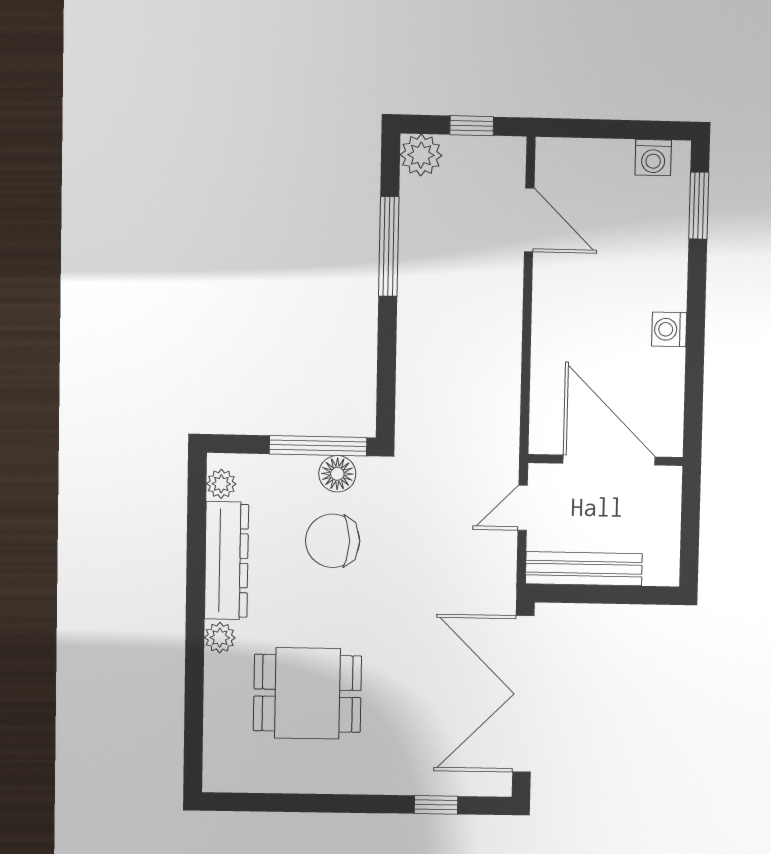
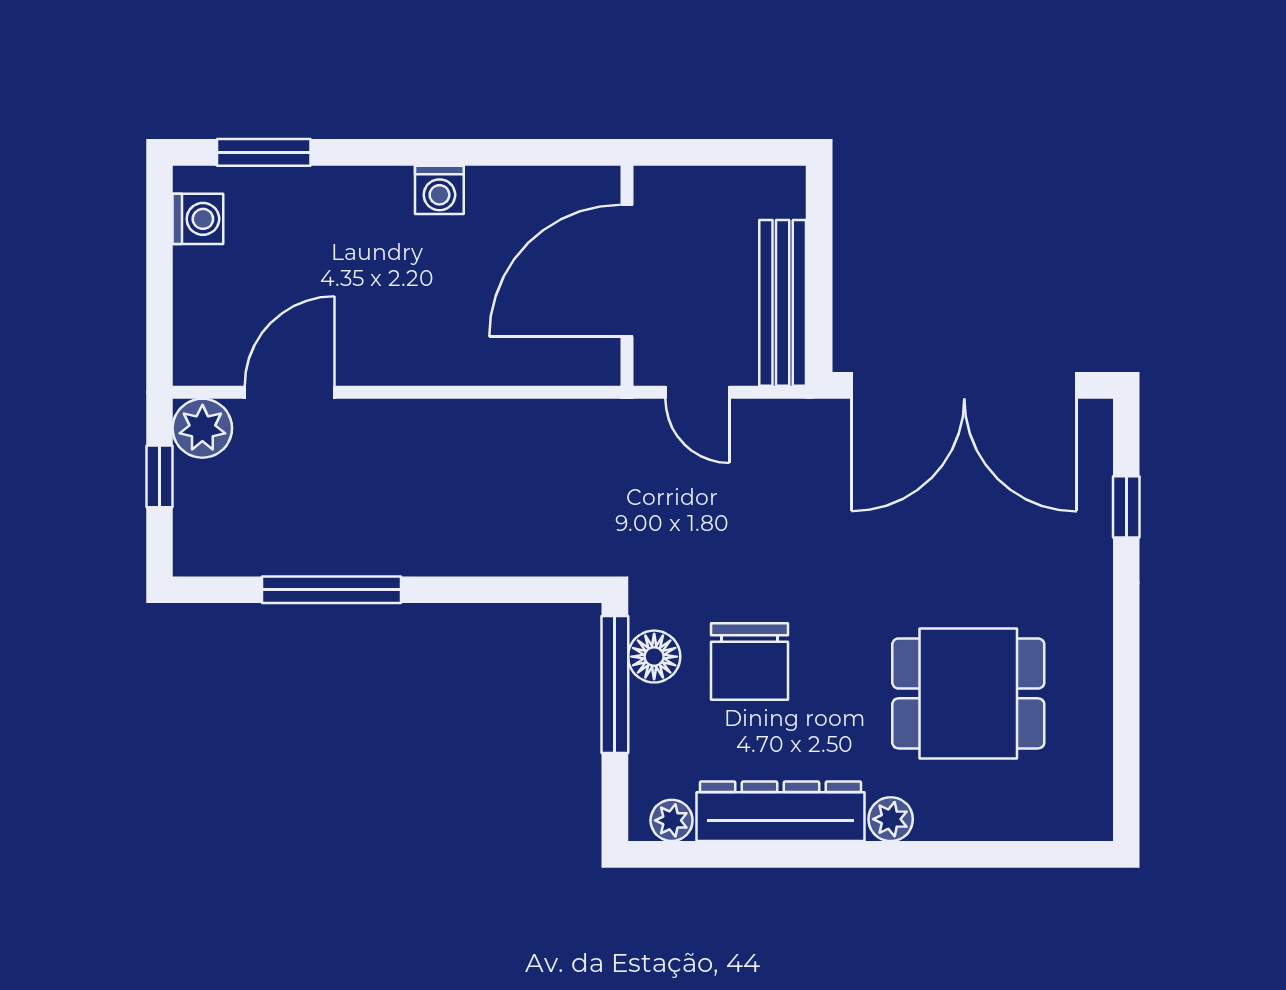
plant: (421, 155) -> (202, 428), moved
dining table: (307, 693) -> (968, 693), turned 90

